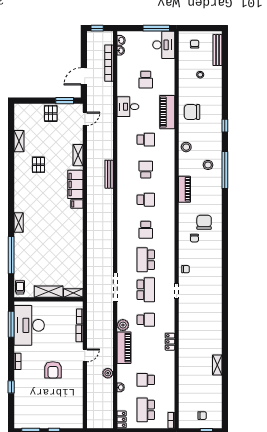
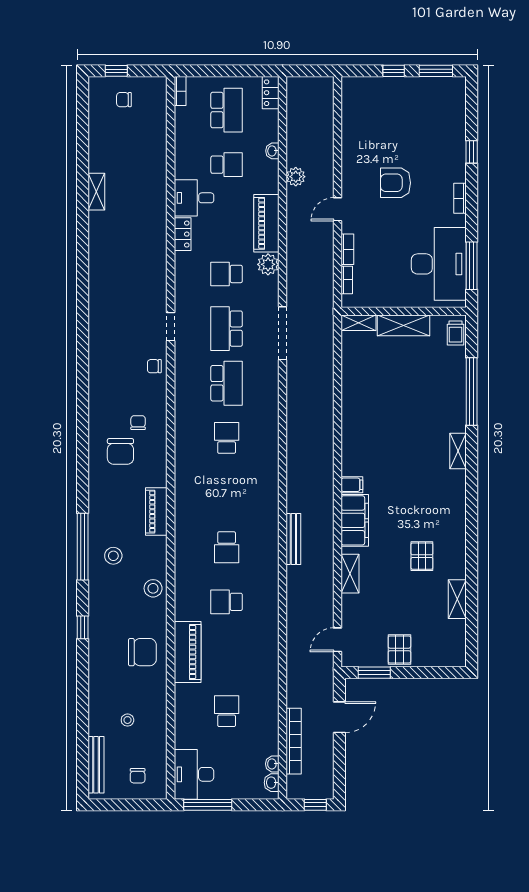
desk: (128, 107) -> (194, 198), moved, turned 180
school desk: (146, 200) -> (227, 493), removed
armchair: (53, 370) -> (396, 183), turned -90

